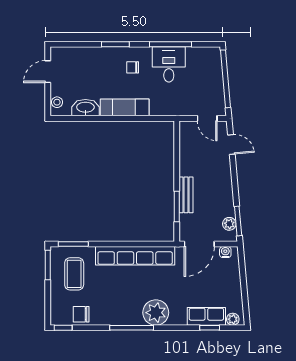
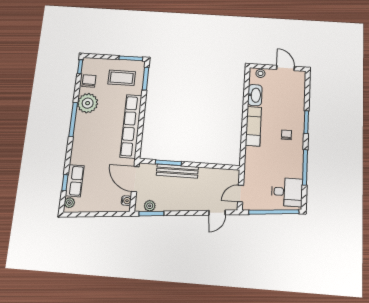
desk: (169, 64) -> (287, 192), moved
bench: (186, 195) -> (177, 171), width x1.36
plant: (156, 313) -> (88, 103), moved

